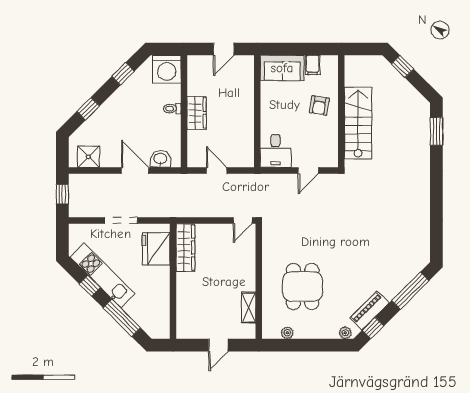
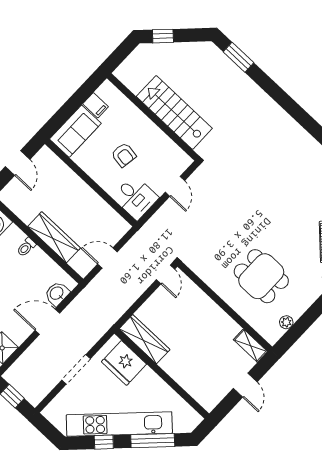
armchair: (319, 105) -> (124, 155), moved
wardrobe: (197, 113) -> (54, 237), width x1.50
kitchen unit: (103, 275) -> (119, 424), width x1.36
shelving: (249, 307) -> (250, 346), moved

